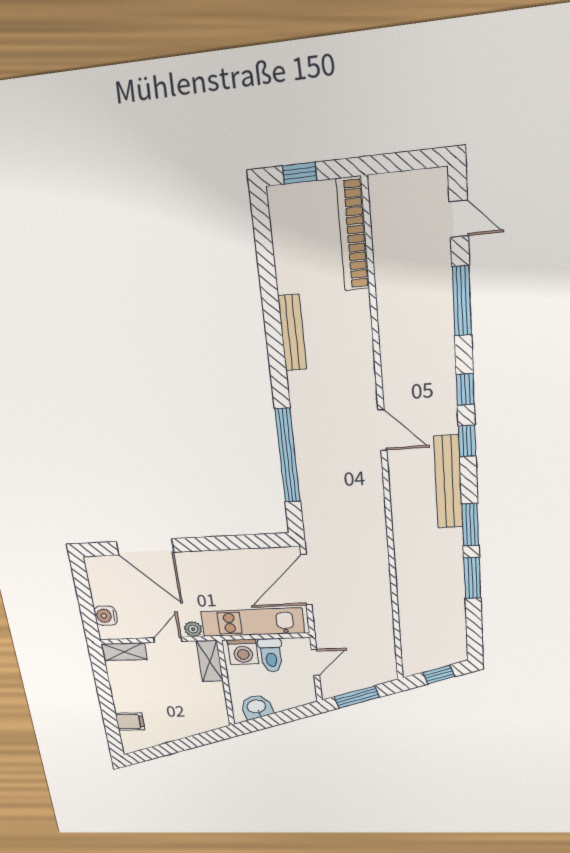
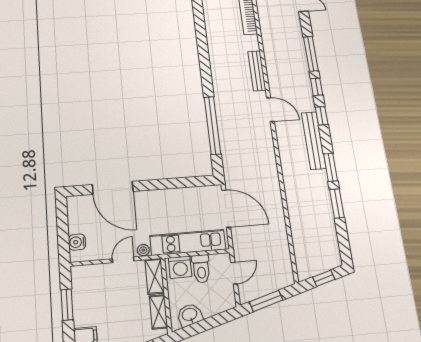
window: (462, 301) -> (311, 54), moved
bench: (292, 333) -> (257, 71), moved
door: (306, 580) -> (226, 208), swing flipped
shelving: (125, 652) -> (158, 312), moved, turned 90
window: (103, 687) -> (67, 305), added

